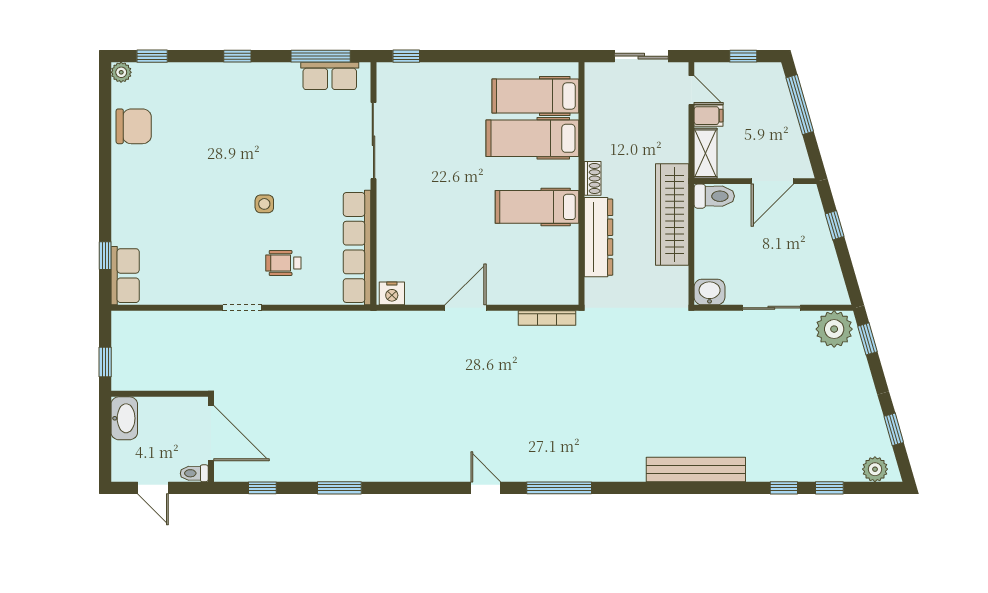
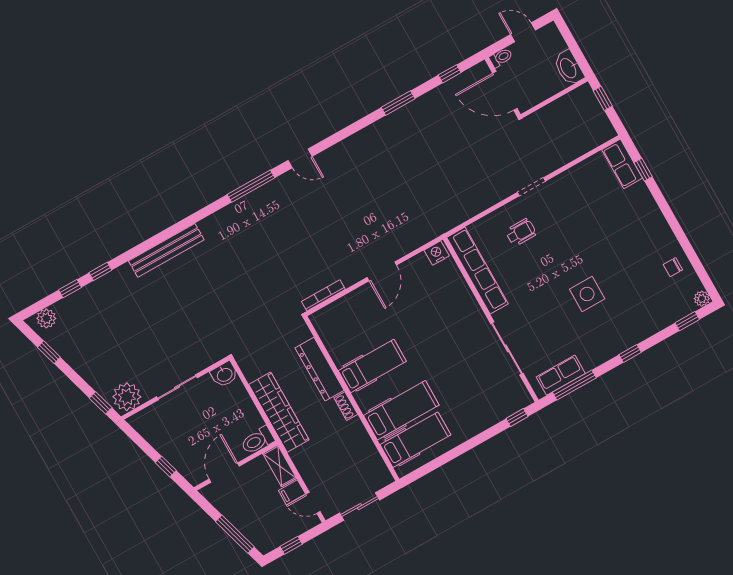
chair: (134, 126) -> (673, 267), width x0.54, depth x0.54
side table: (264, 204) -> (587, 294), moved, width x1.87, depth x1.87

